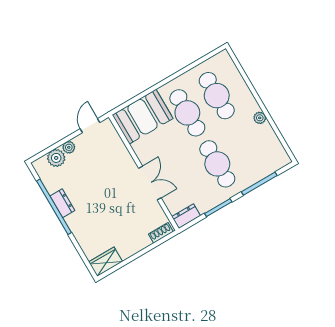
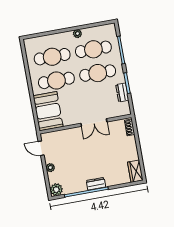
cafe table: (247, 147) -> (93, 49), added
plant: (56, 158) -> (56, 190), moved
double door: (150, 183) -> (94, 123), swing flipped
dresser: (62, 203) -> (96, 184), moved
dresser: (186, 216) -> (122, 92), moved

